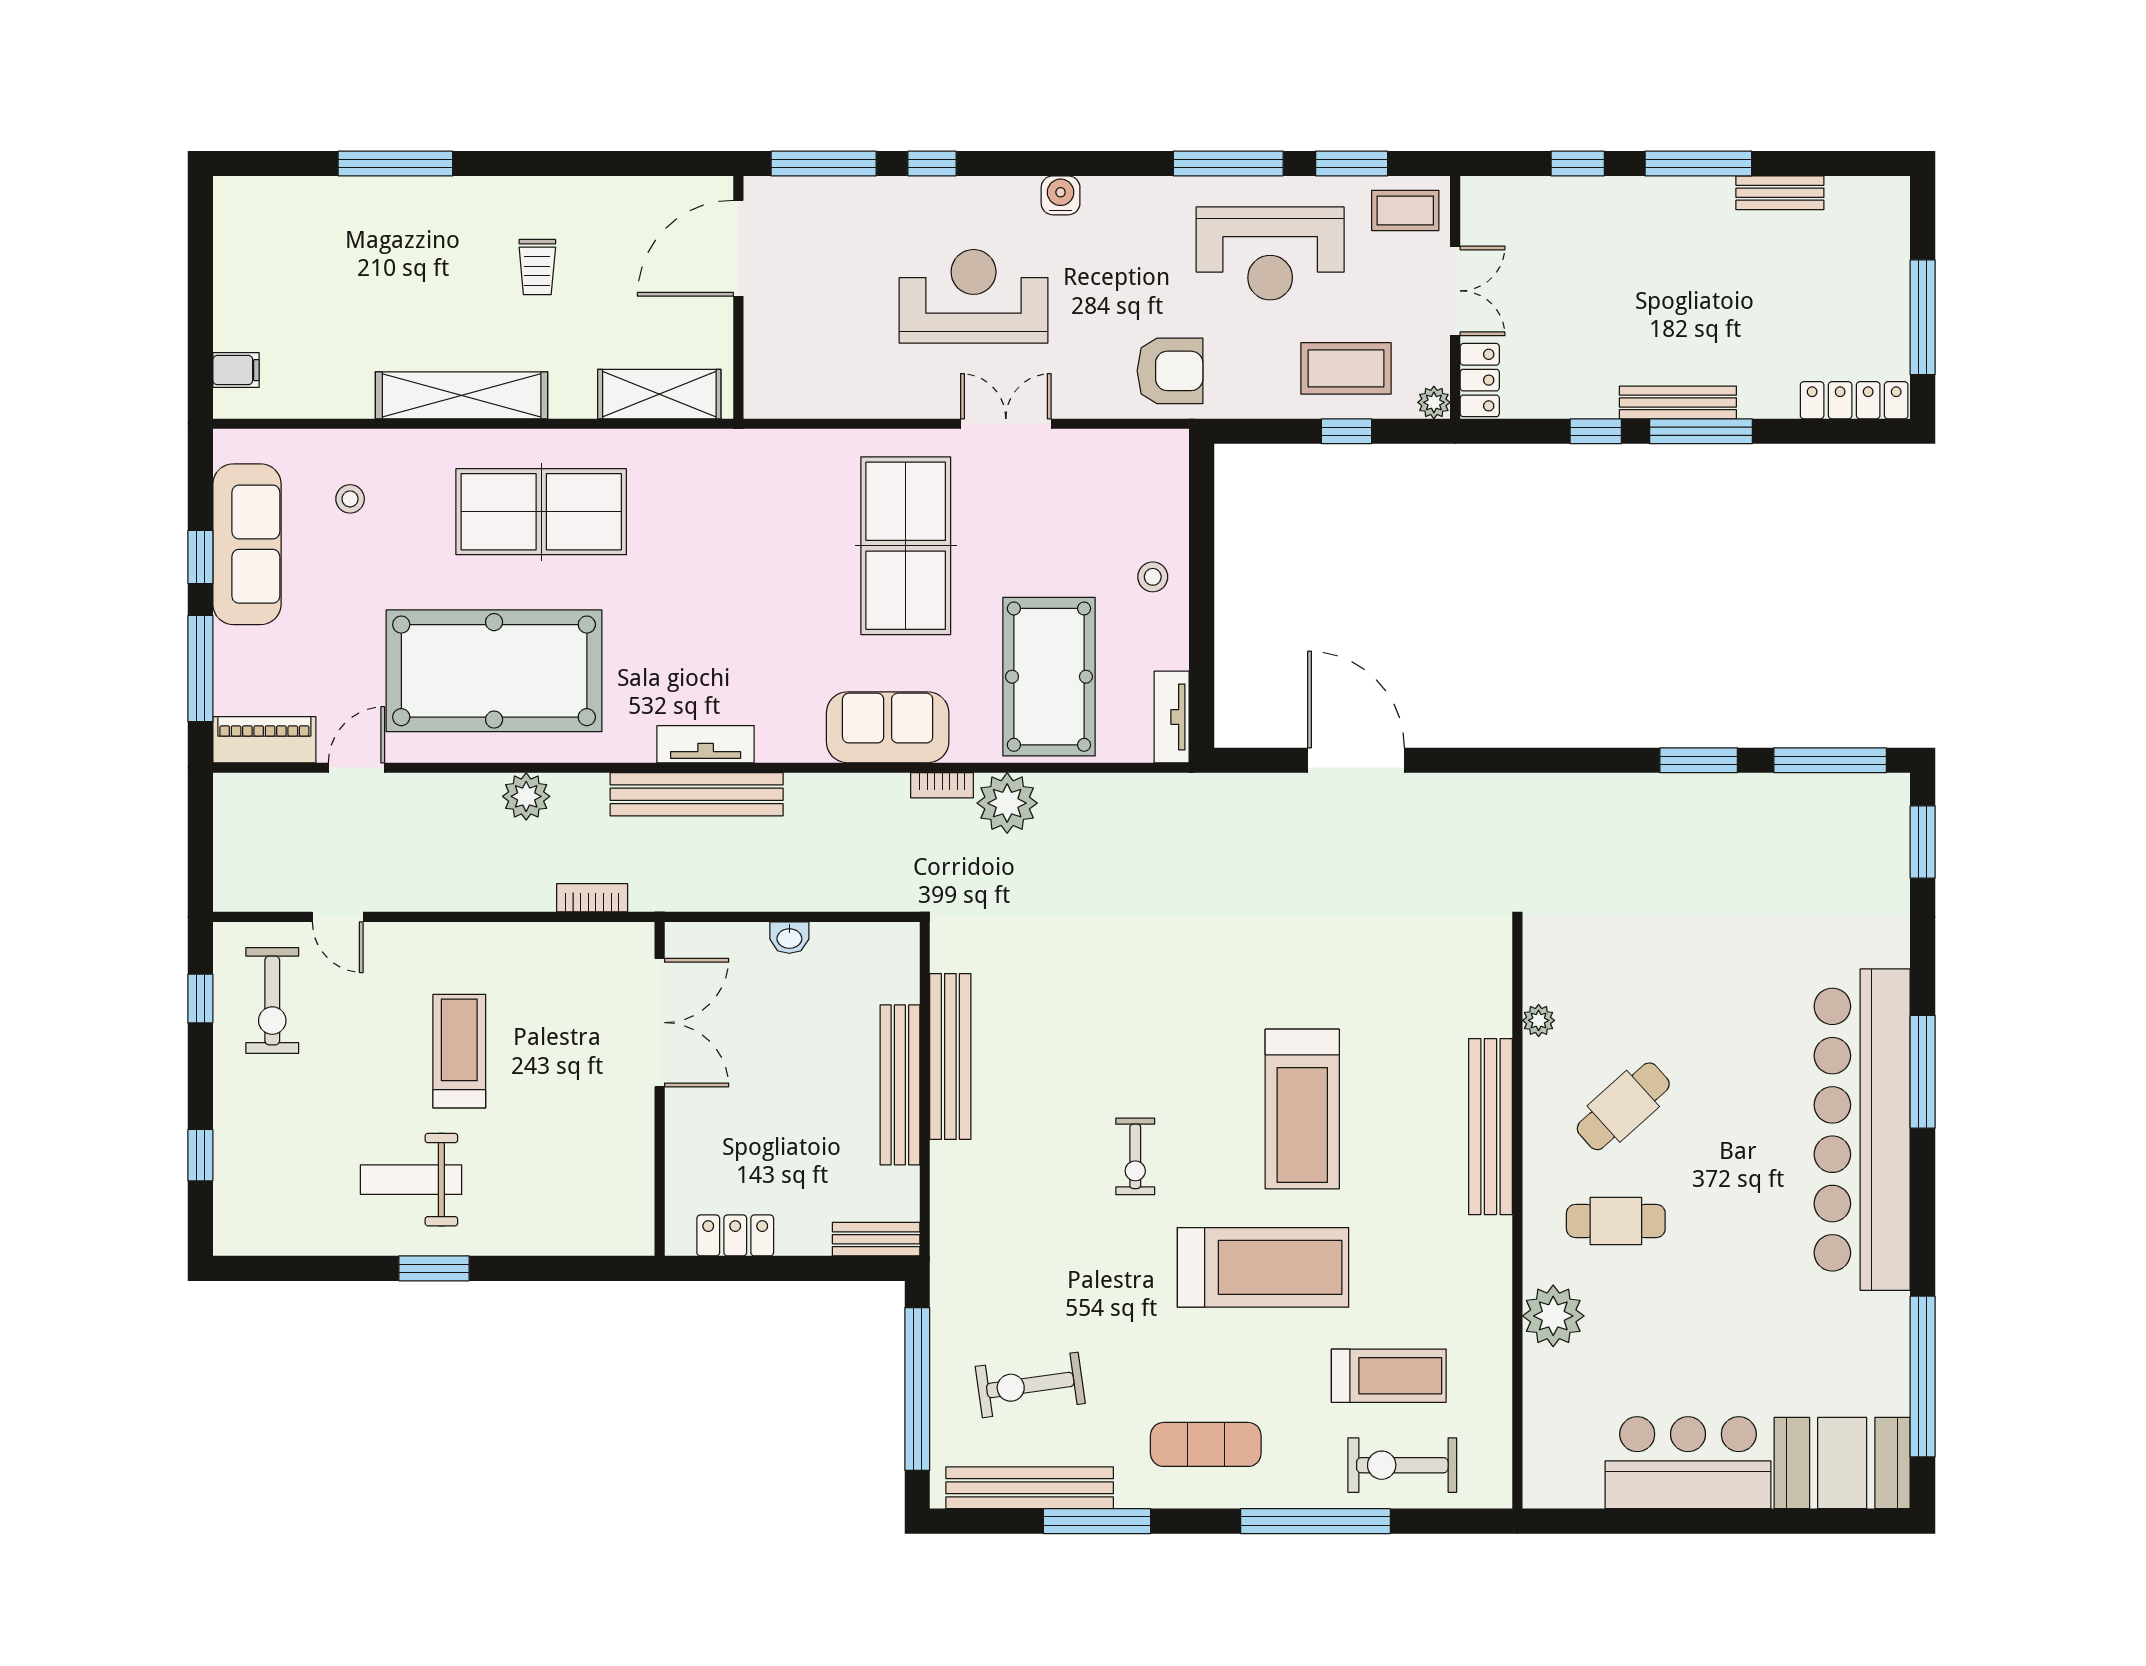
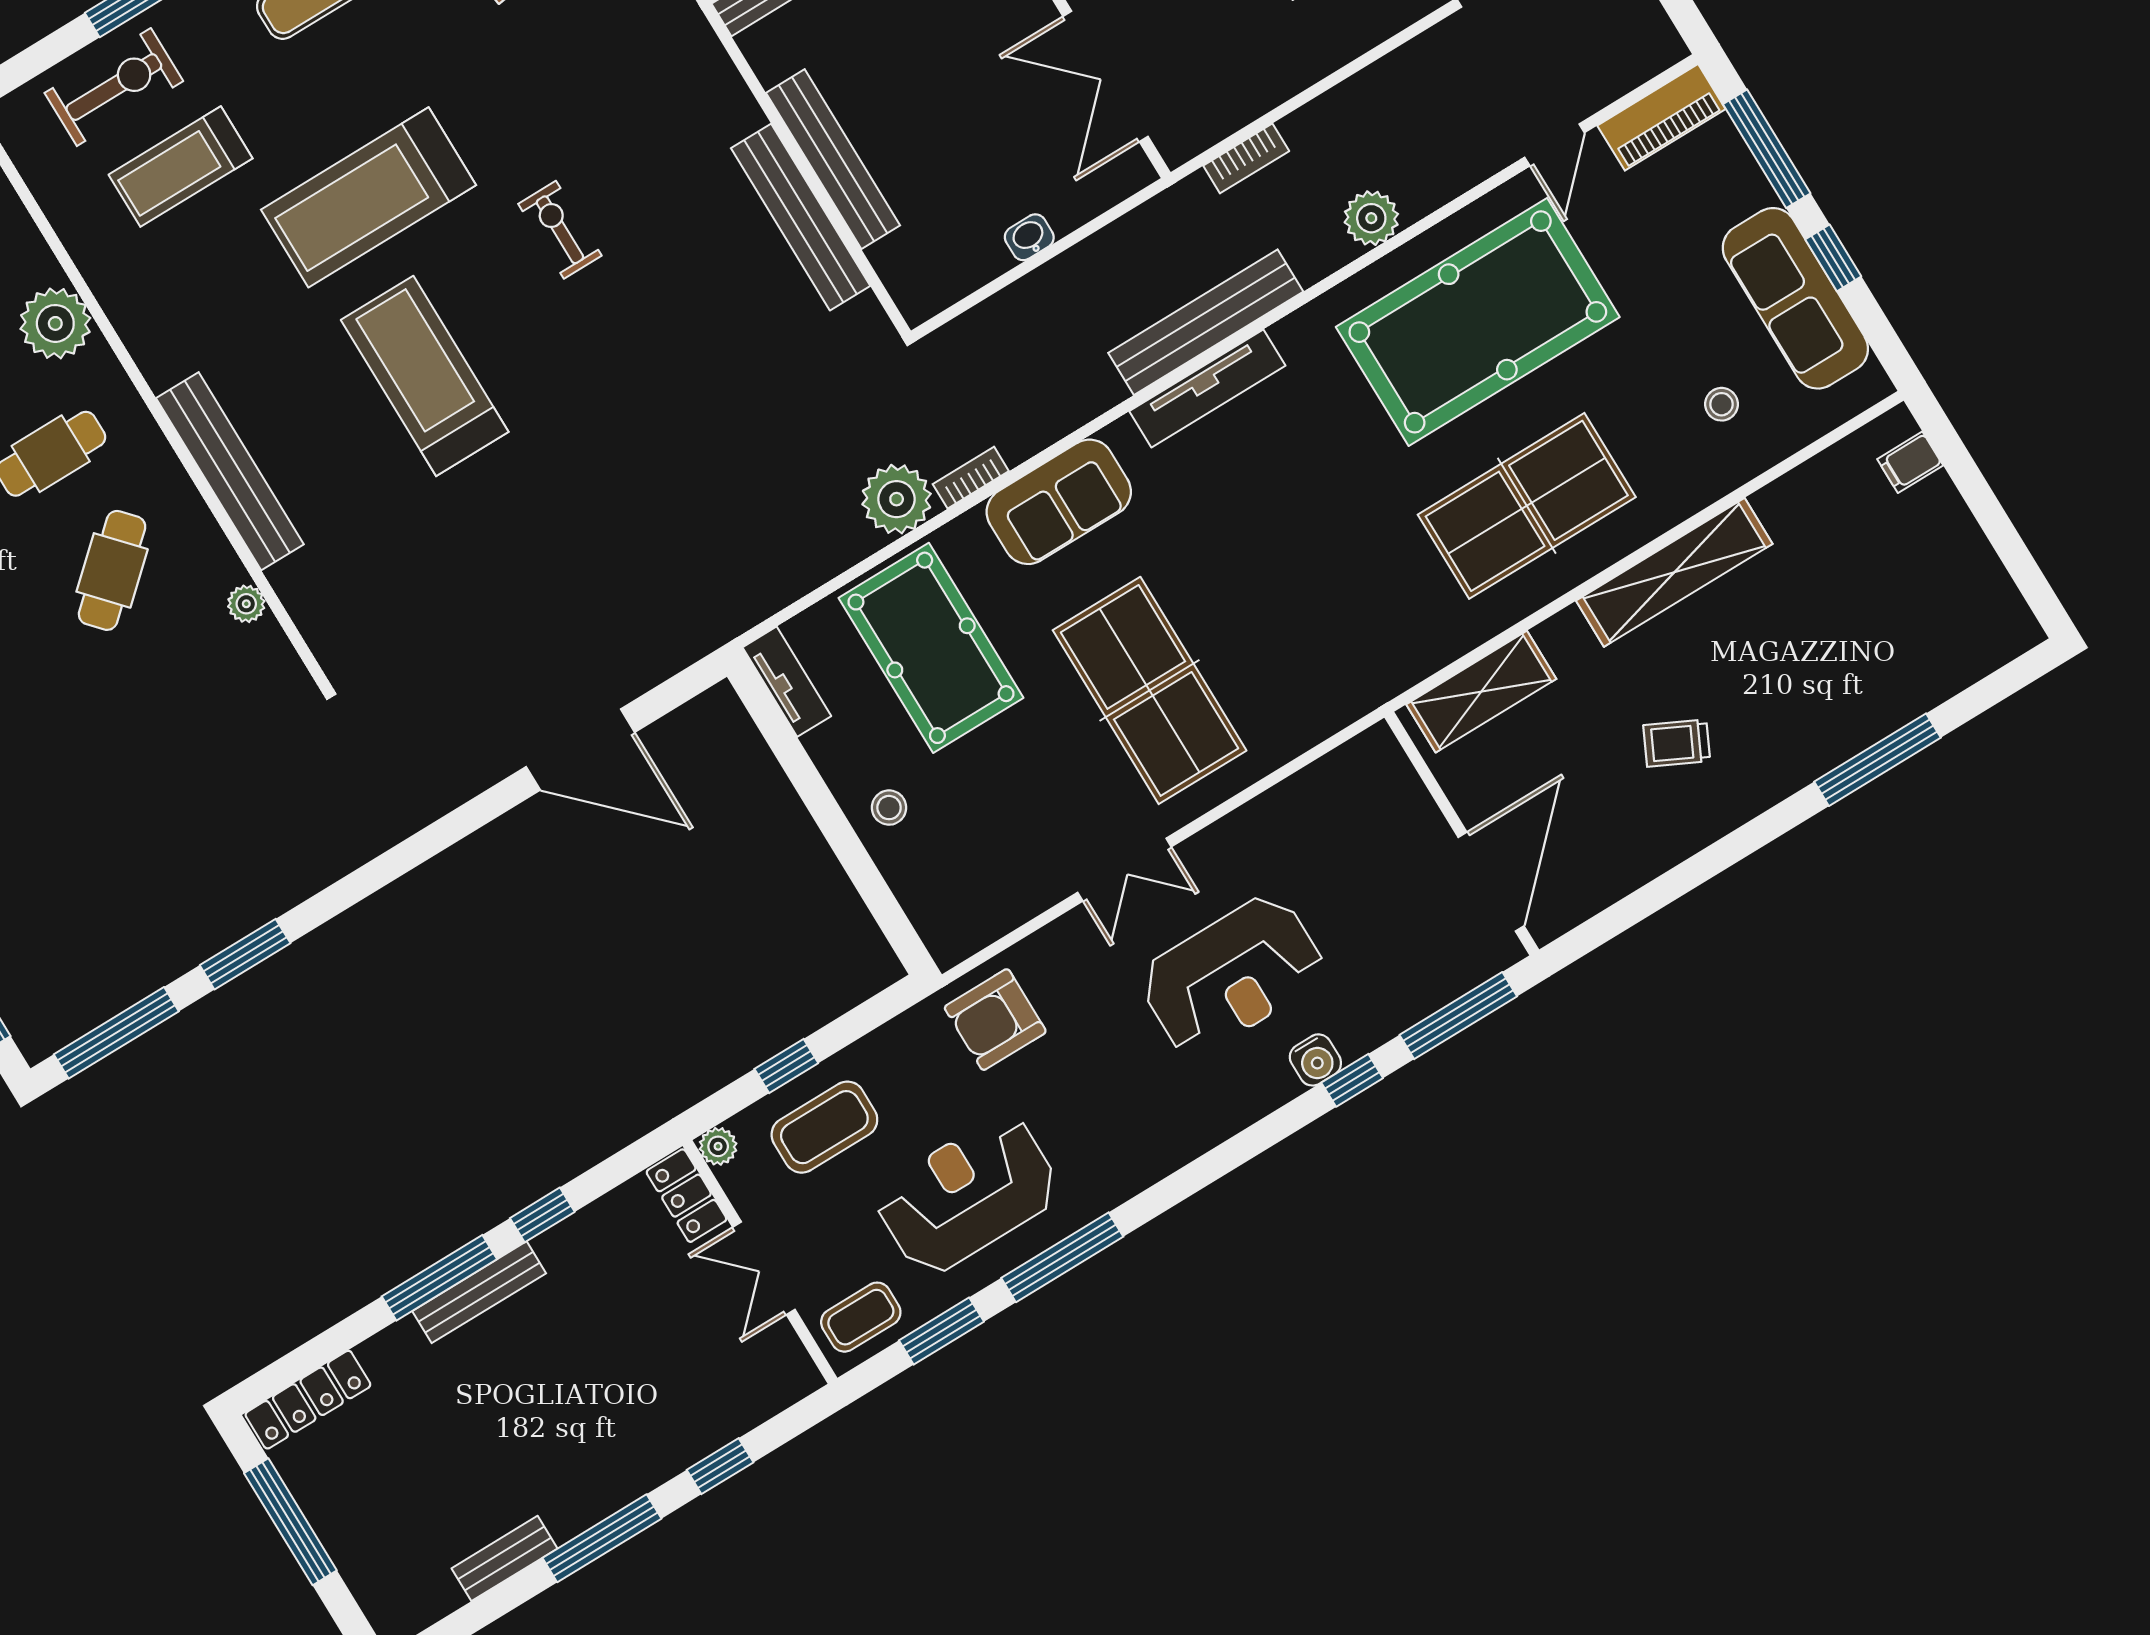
water cooler: (1061, 195) -> (1315, 1060), moved
trolley: (537, 267) -> (1677, 743), turned -64
tv unit: (706, 744) -> (1207, 388), width x1.41

